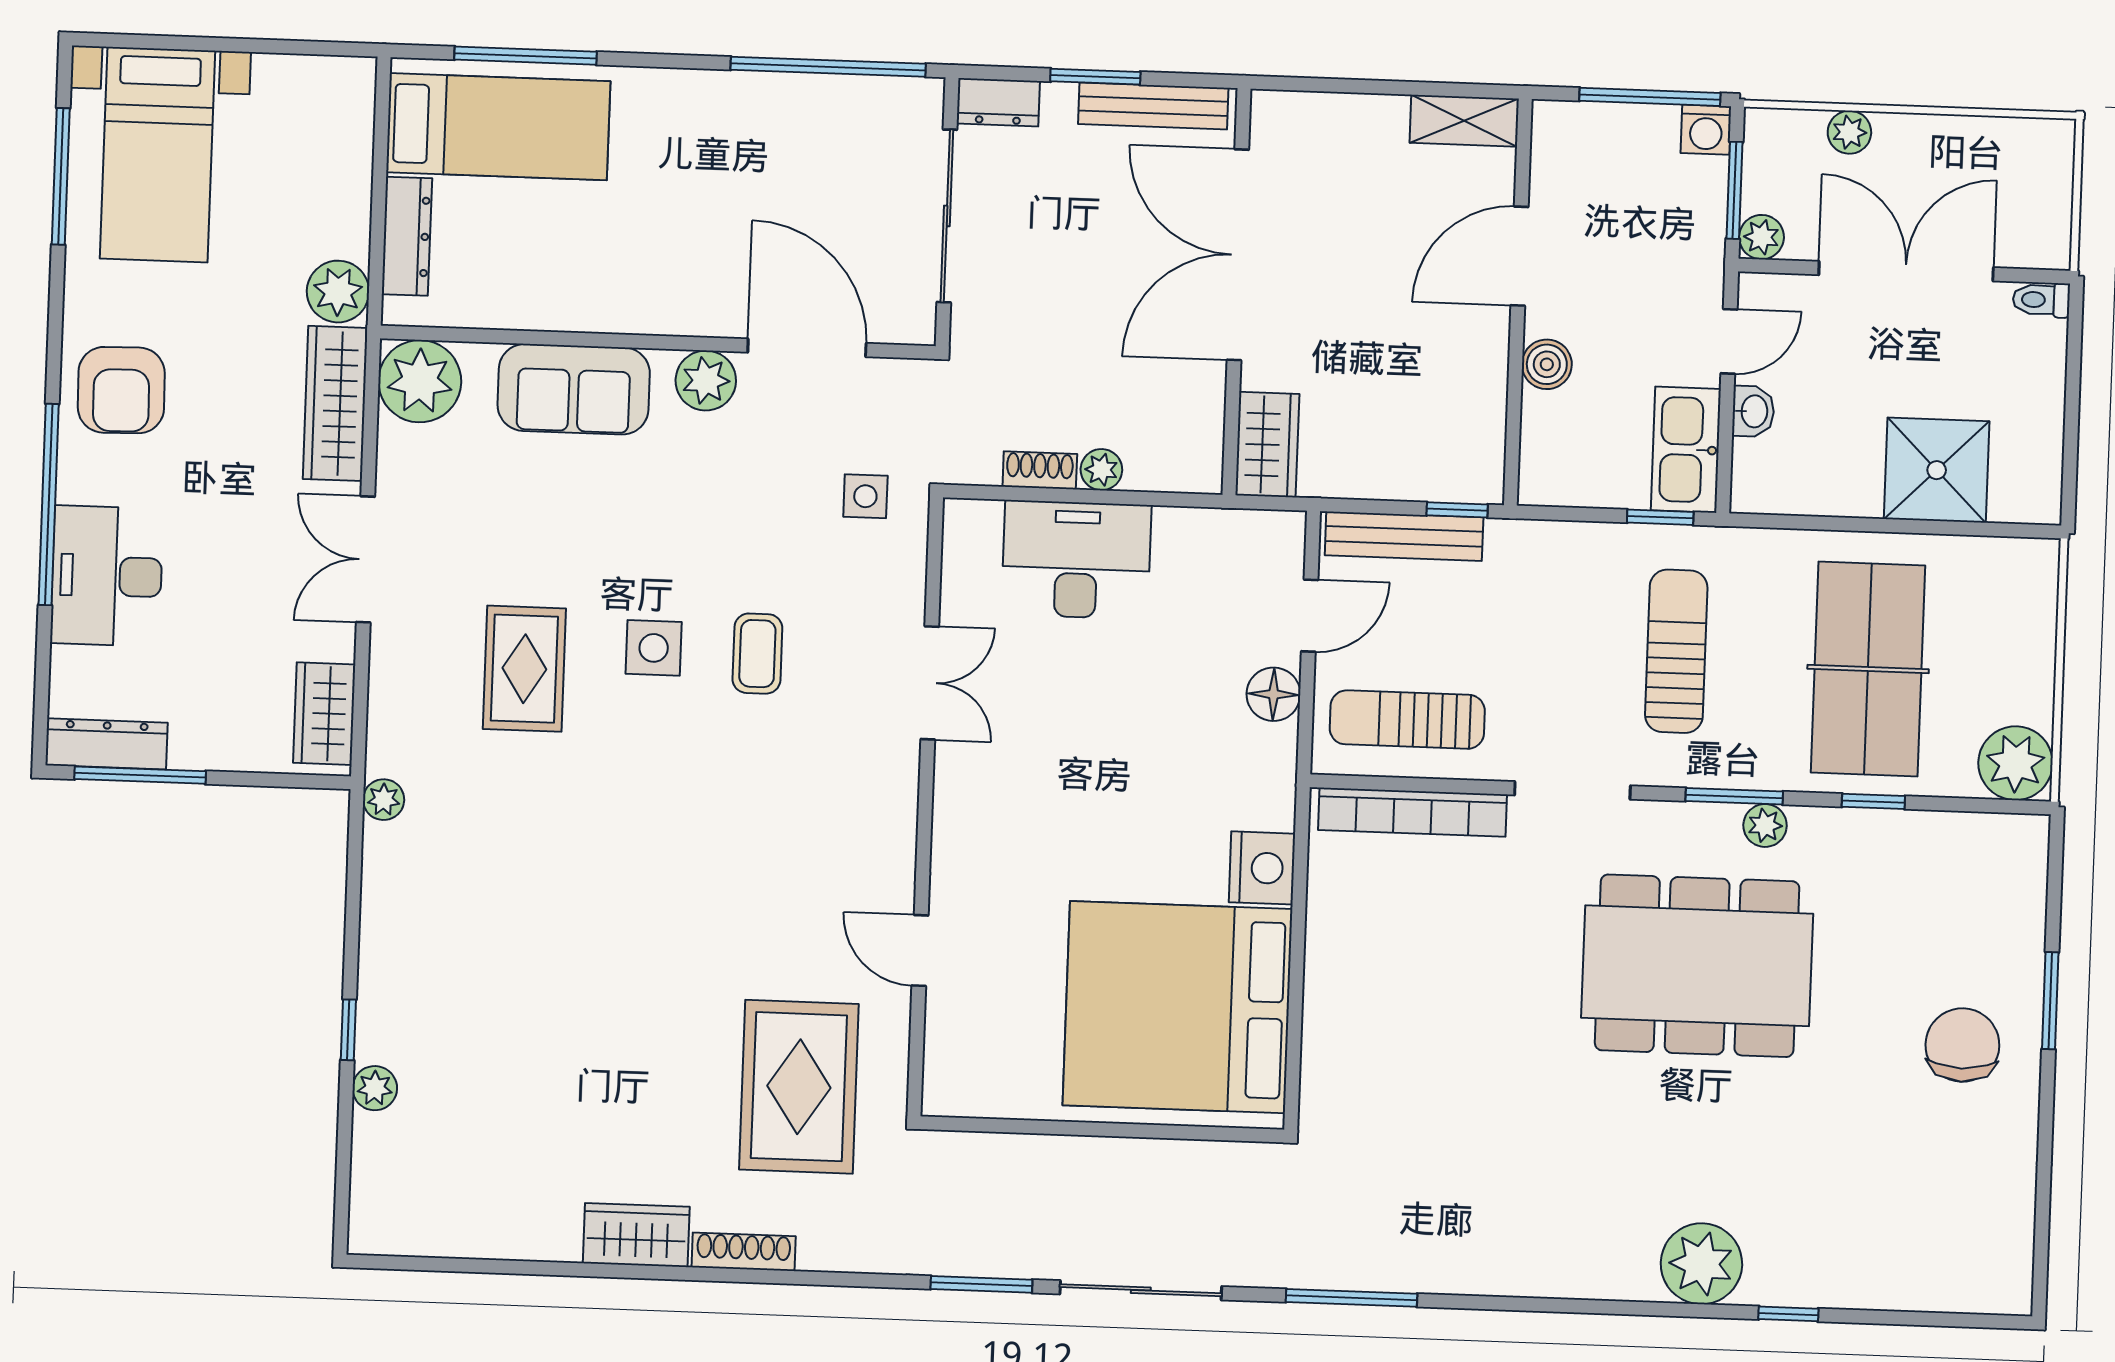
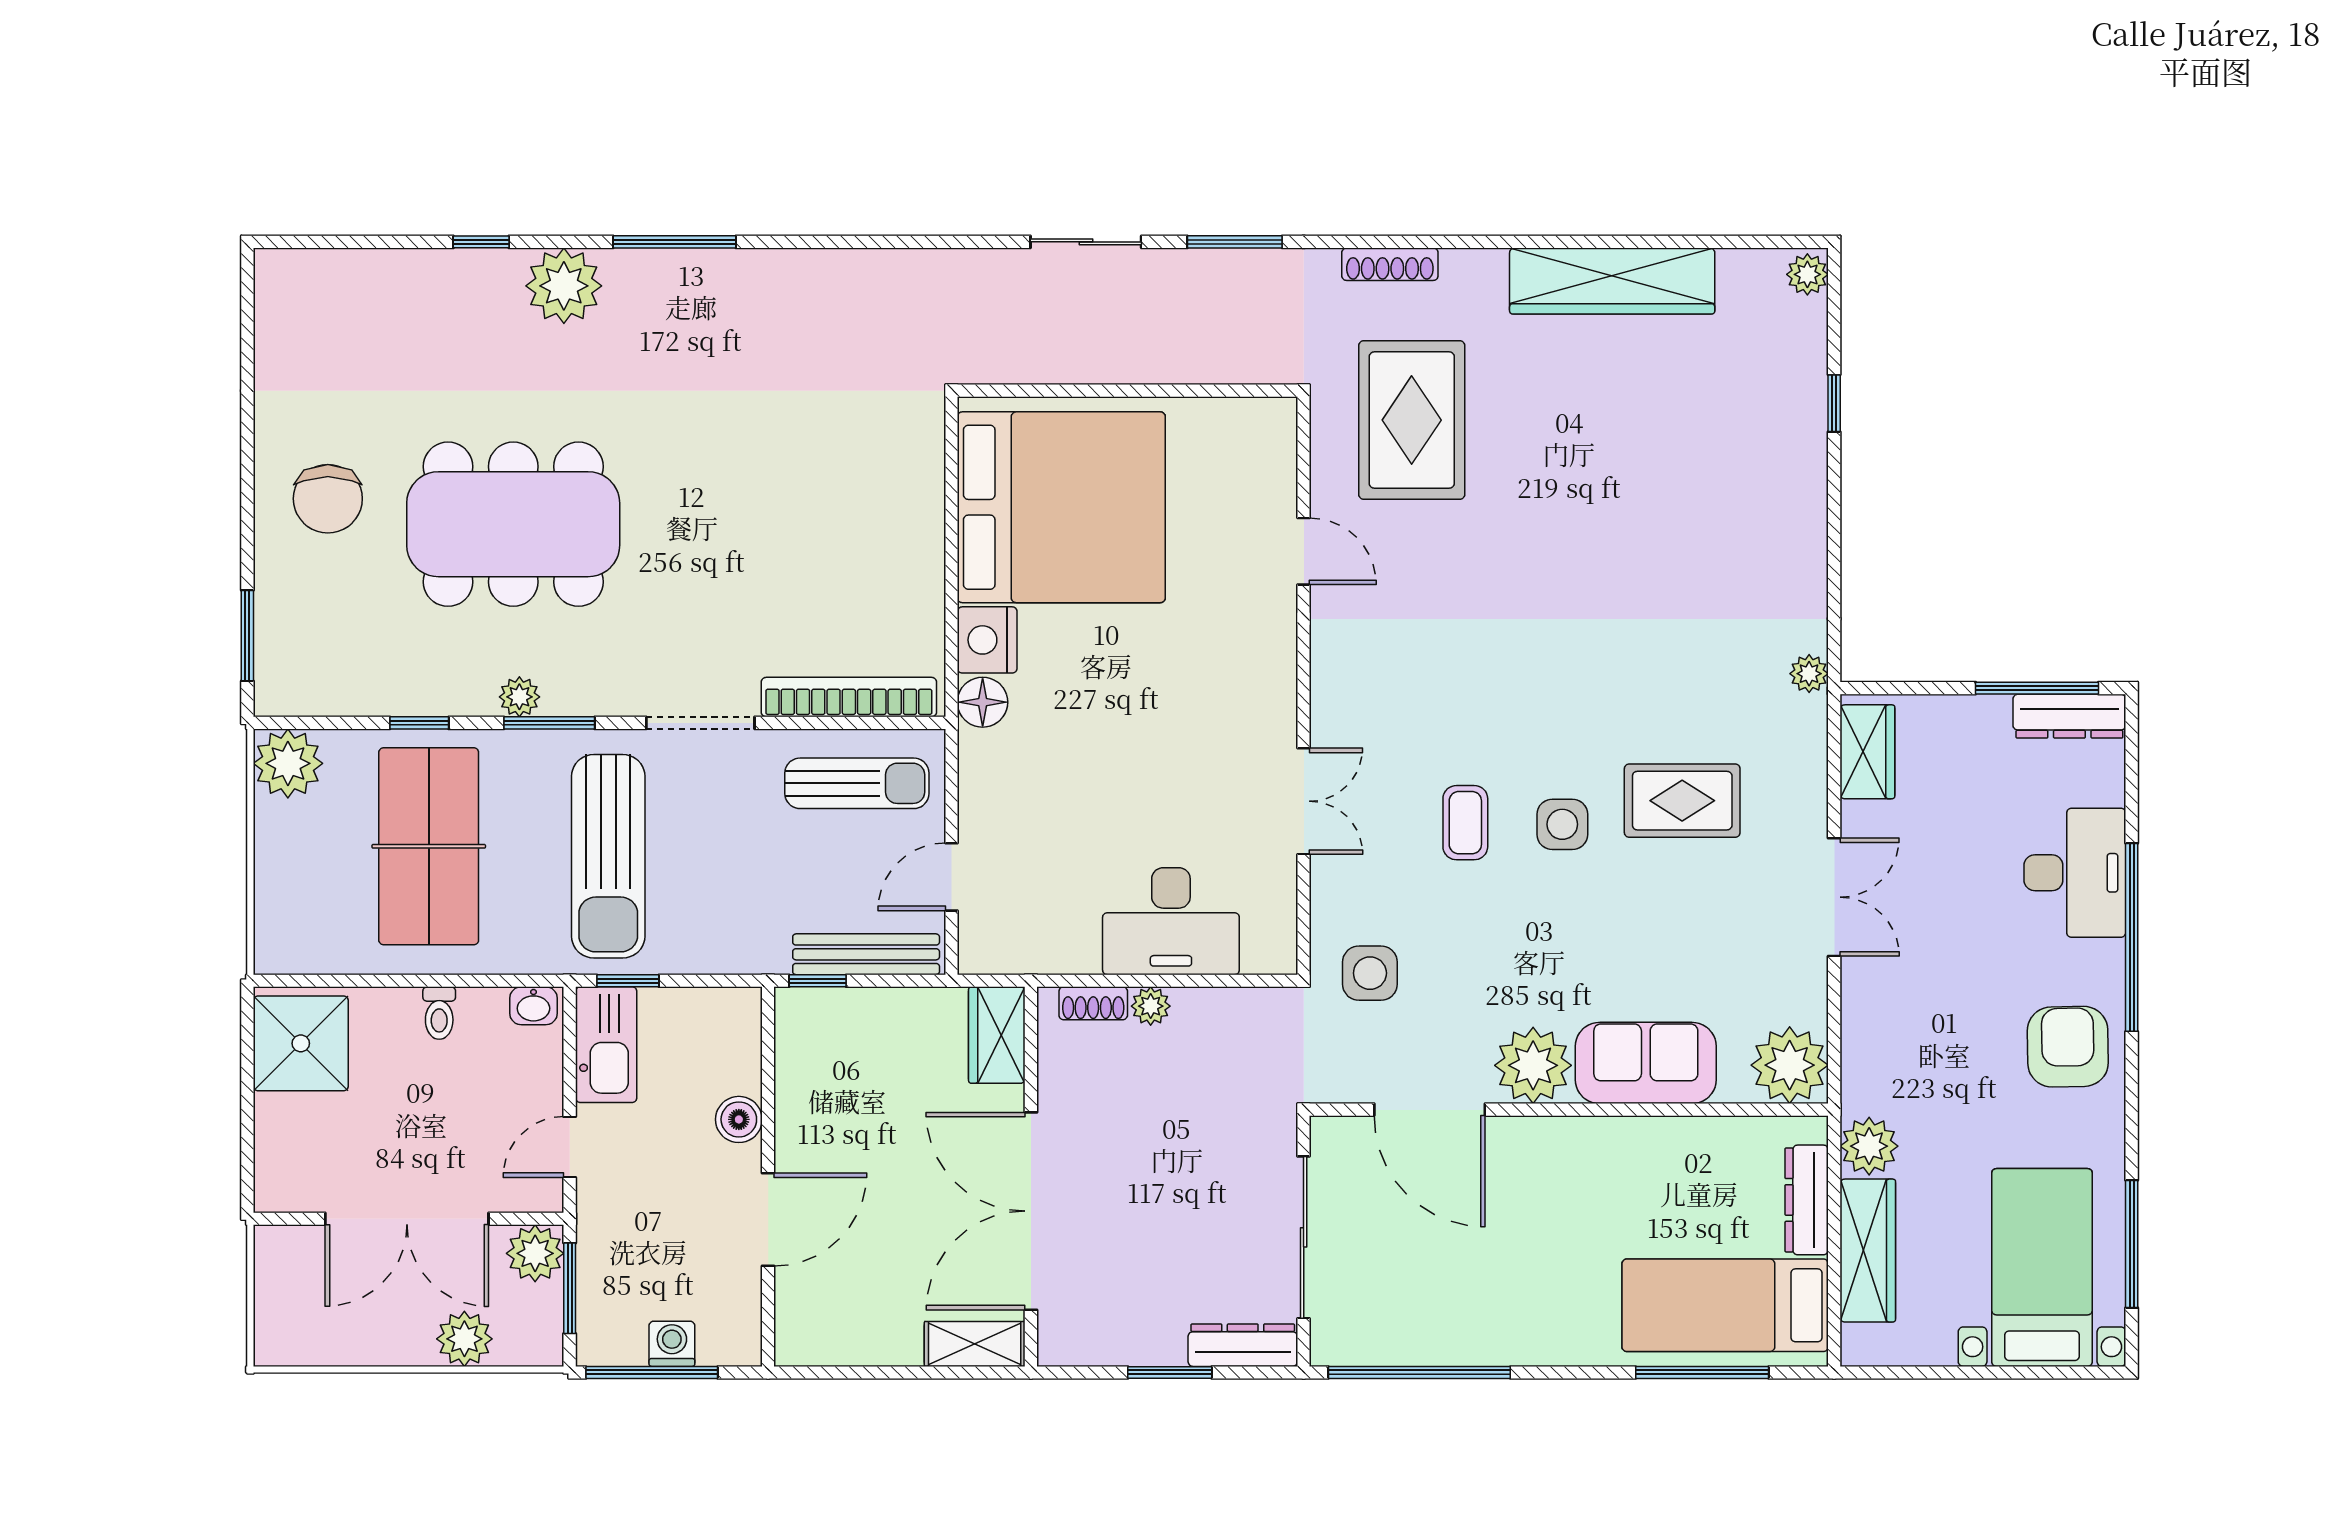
dresser: (998, 102) -> (1243, 1345), width x1.44
bench: (1153, 106) -> (1115, 1347), removed
shelving: (1464, 121) -> (975, 1344), moved
washing machine: (1706, 130) -> (672, 1344), moved
plant: (1849, 132) -> (464, 1339), width x1.38, depth x1.38
plant: (1761, 237) -> (535, 1253), width x1.38, depth x1.38
double door: (1238, 255) -> (1031, 1211), swing flipped
toilet: (2041, 300) -> (439, 1013), moved, turned 90
plant: (706, 381) -> (1533, 1065), width x1.36, depth x1.36
wardrobe: (335, 403) -> (1868, 1251), moved
washbasin: (1753, 411) -> (533, 1006), moved, turned -90
shoe rack: (1040, 470) -> (1093, 1003), moved
shower: (1937, 470) -> (301, 1043), moved
side table: (865, 496) -> (1370, 973), width x1.37, depth x1.37
sun lounger: (1676, 651) -> (608, 856), width x1.36, depth x1.34
rug: (524, 669) -> (1682, 801), turned 90
double door: (930, 683) -> (1304, 801), swing flipped
floor lamp: (1273, 694) -> (983, 702), moved
dining table: (1697, 966) -> (513, 524), moved
window: (2050, 1001) -> (247, 636), moved
window: (348, 1030) -> (1834, 403), moved
plant: (375, 1088) -> (1807, 274), moved
wardrobe: (636, 1235) -> (1612, 281), width x2.10, depth x1.17
shoe rack: (744, 1252) -> (1390, 264), moved
sliding door: (1141, 1290) -> (1086, 242), width x0.73
window: (1351, 1298) -> (674, 242), moved

